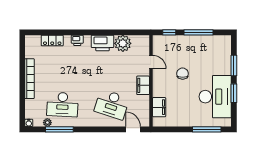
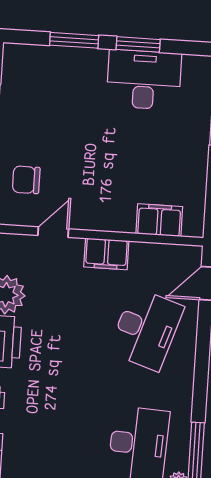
chair: (183, 74) -> (26, 180), moved
desk: (215, 97) -> (144, 80), width x0.73, depth x0.77

